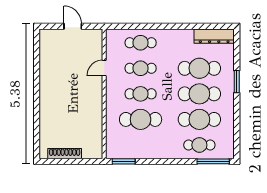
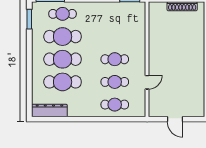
window: (237, 82) -> (29, 19), moved
cafe table: (141, 119) -> (115, 37), removed

